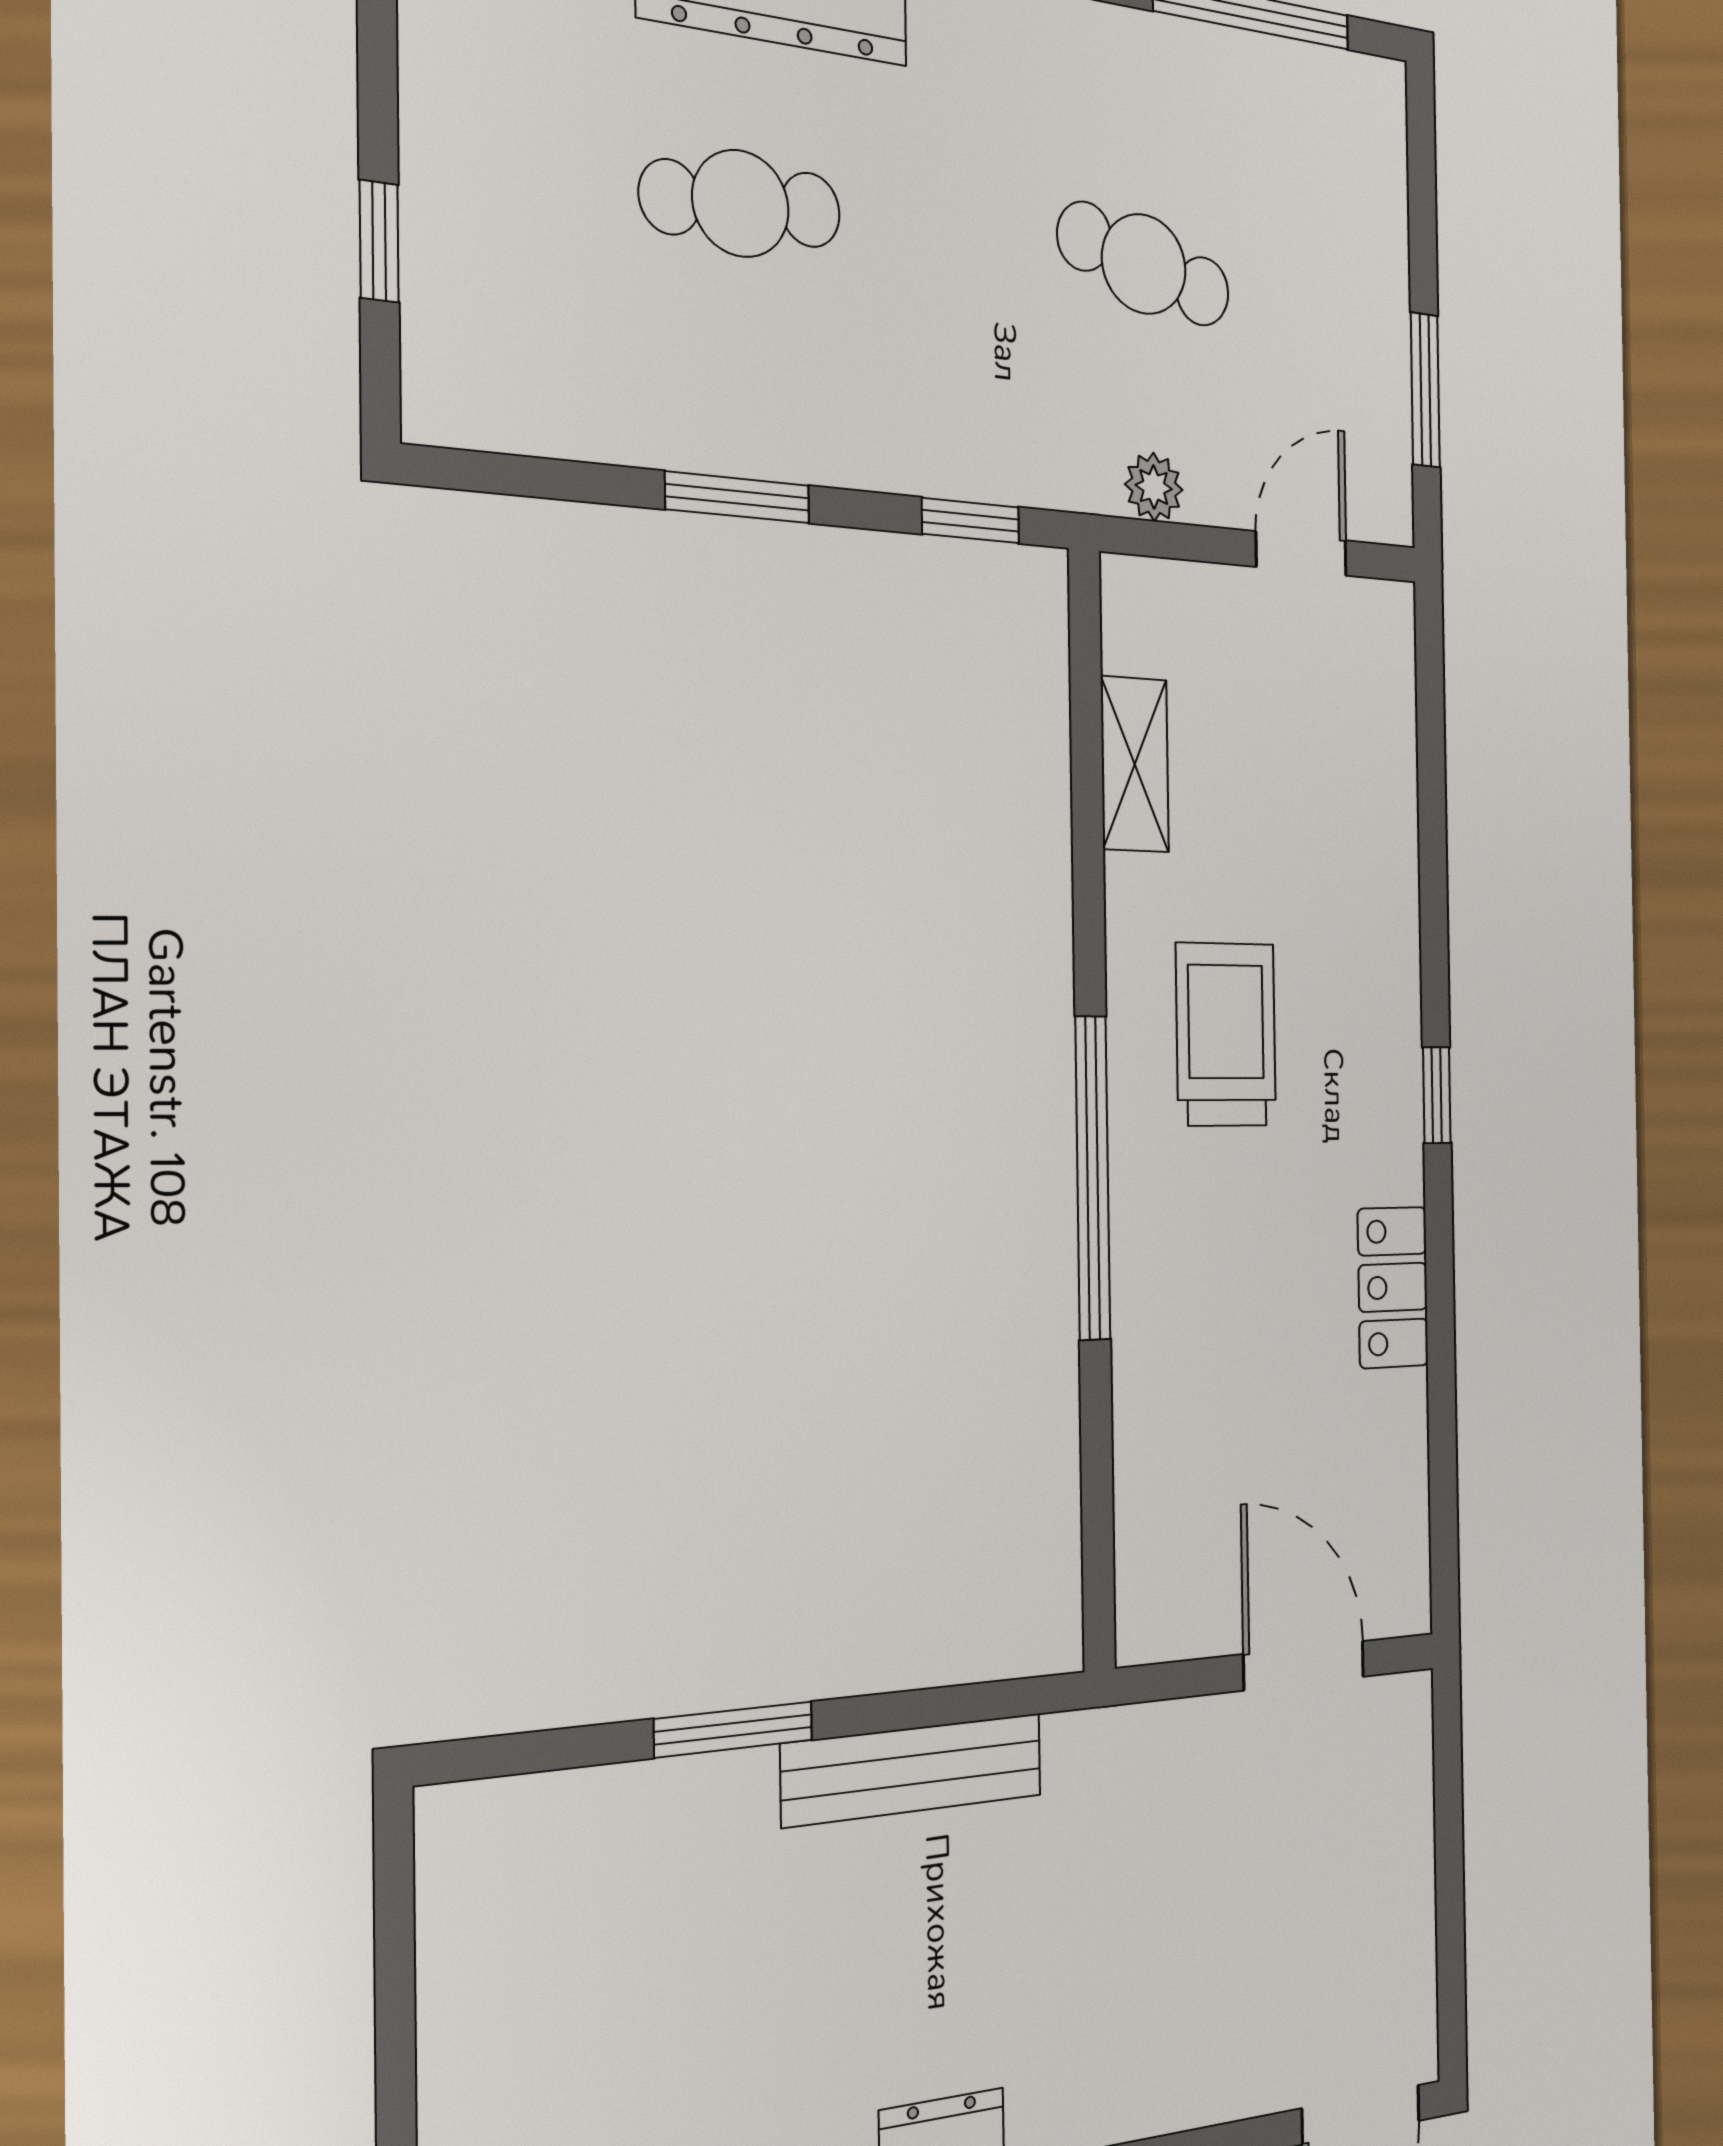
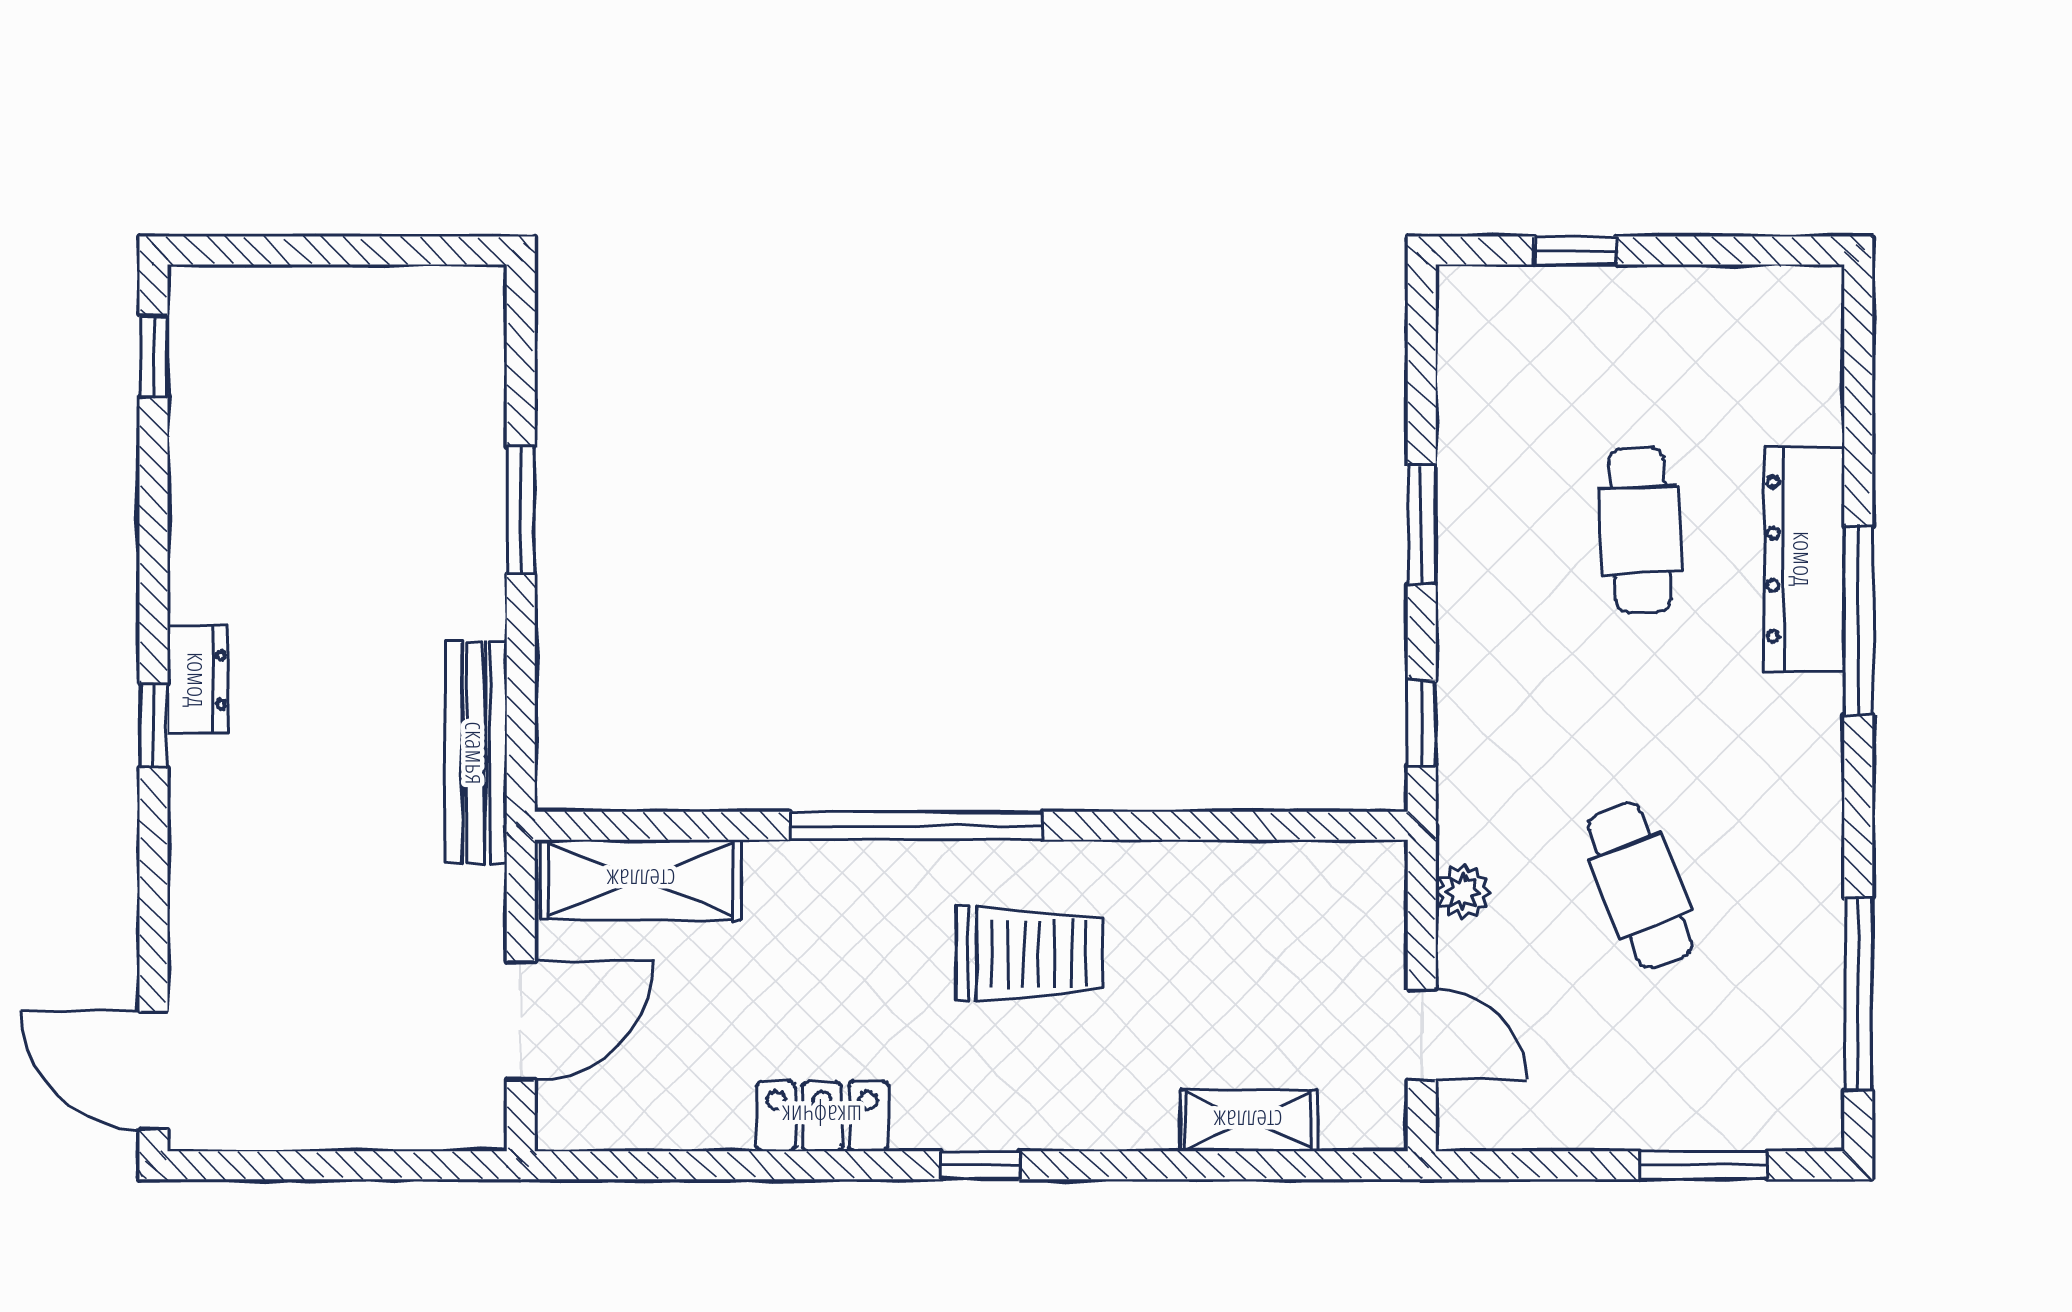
cafe table: (1144, 264) -> (1640, 886), turned -36
window: (1425, 390) -> (1704, 1165), moved
shelving: (1135, 764) -> (1248, 1121), moved
shelving: (1156, 1529) -> (641, 880), added
bench: (913, 1770) -> (476, 753), moved

